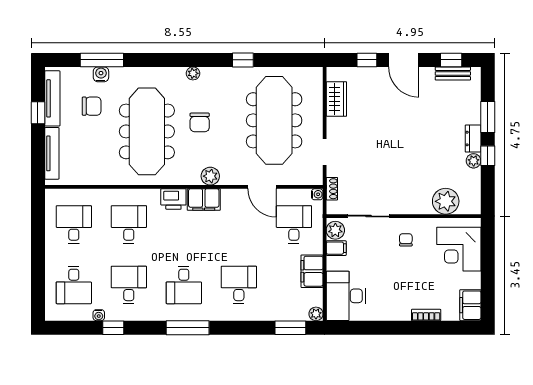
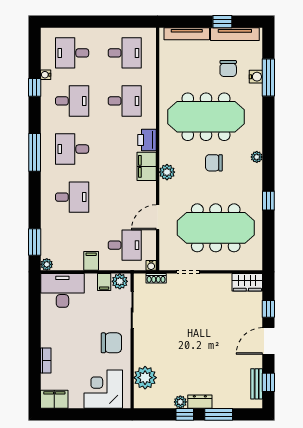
wardrobe: (336, 99) -> (247, 282), moved
chair: (406, 240) -> (111, 343), width x1.87, depth x1.87
filing cabinet: (312, 271) -> (91, 261), width x0.50

